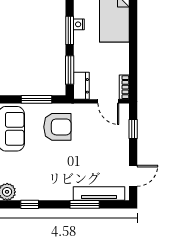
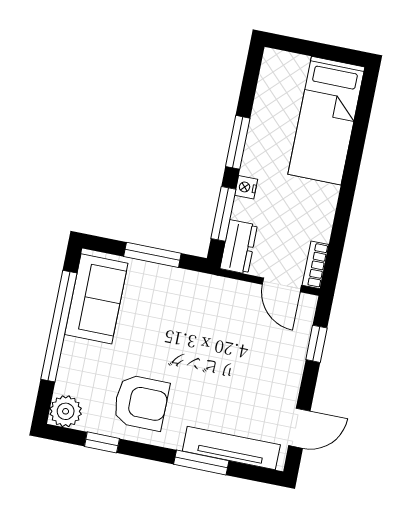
nightstand: (79, 24) -> (246, 187), moved
armchair: (57, 127) -> (141, 403), moved

